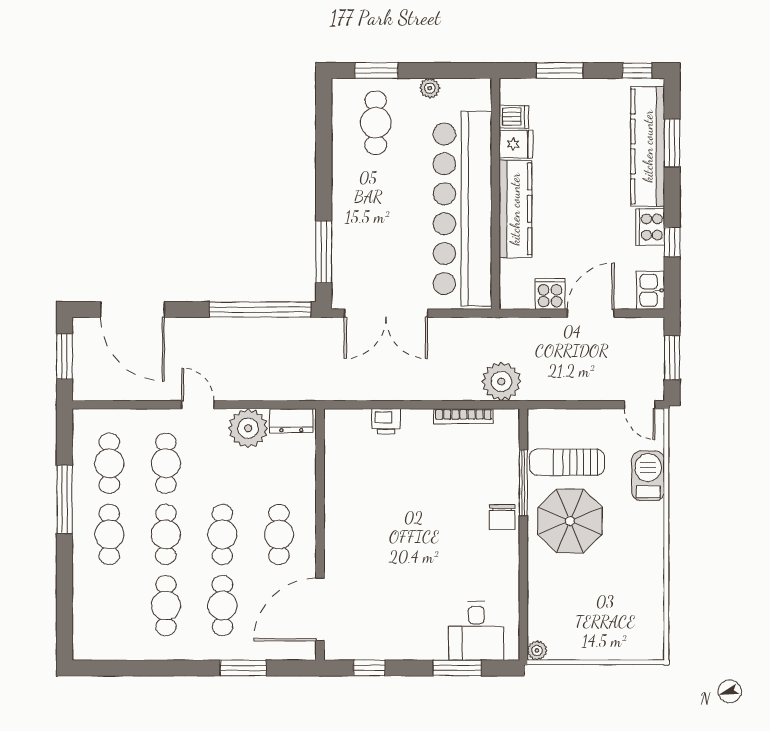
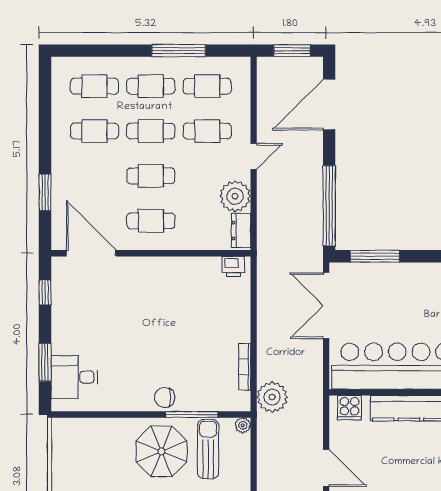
cooker: (550, 294) -> (349, 408), moved, turned 90
printer: (386, 421) -> (233, 266), moved, turned -90
cafe table: (222, 606) -> (94, 86), moved
plant: (537, 650) -> (243, 425), moved

